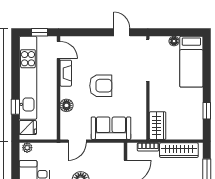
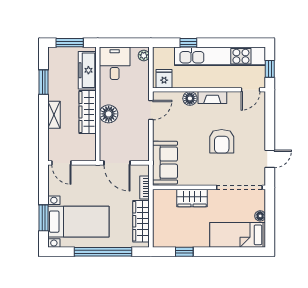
fireplace: (66, 73) -> (212, 98), moved
armchair: (101, 86) -> (222, 141), moved
wardrobe: (158, 126) -> (192, 198), moved
fridge: (28, 128) -> (164, 79), moved, turned 180
sofa: (111, 128) -> (165, 163), moved
door: (77, 141) -> (151, 110), swing flipped

